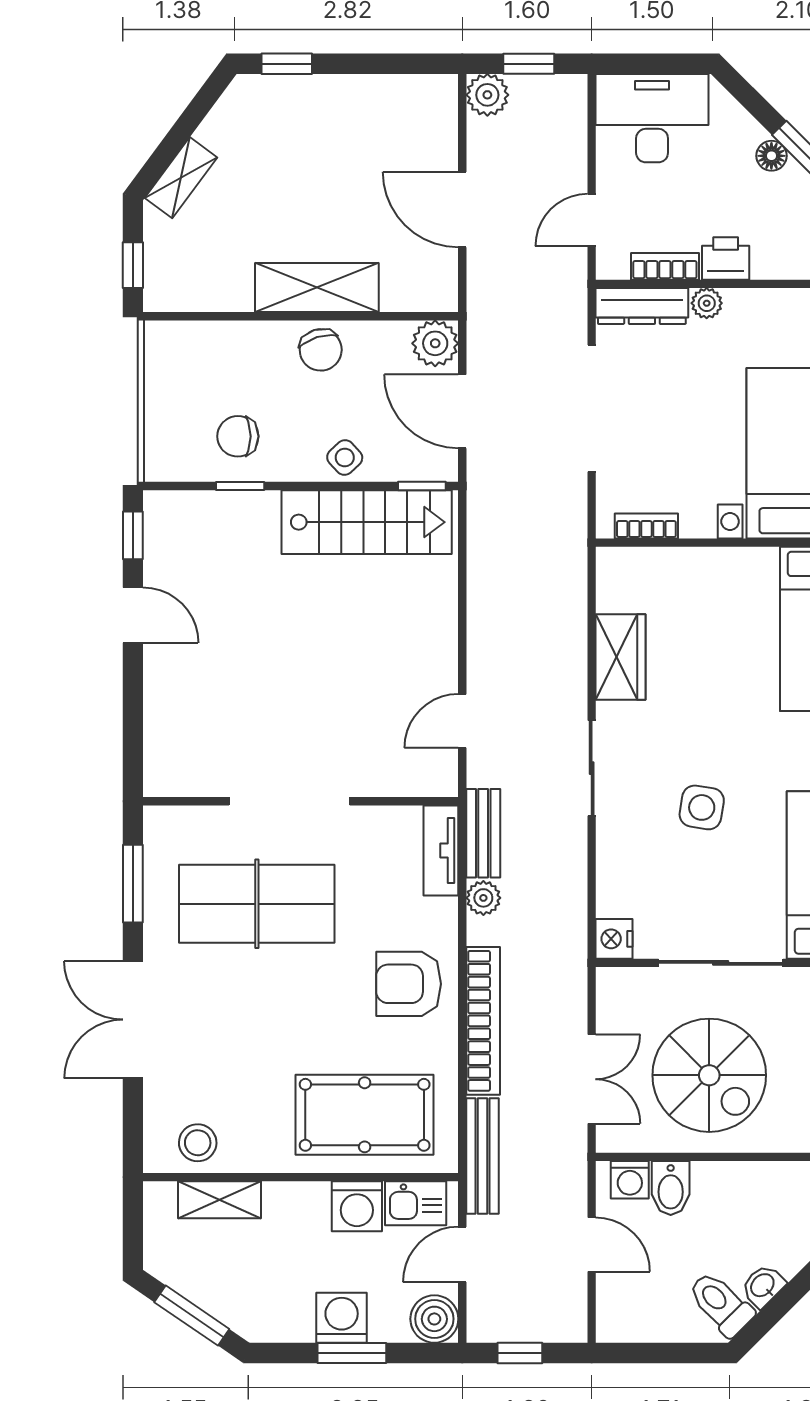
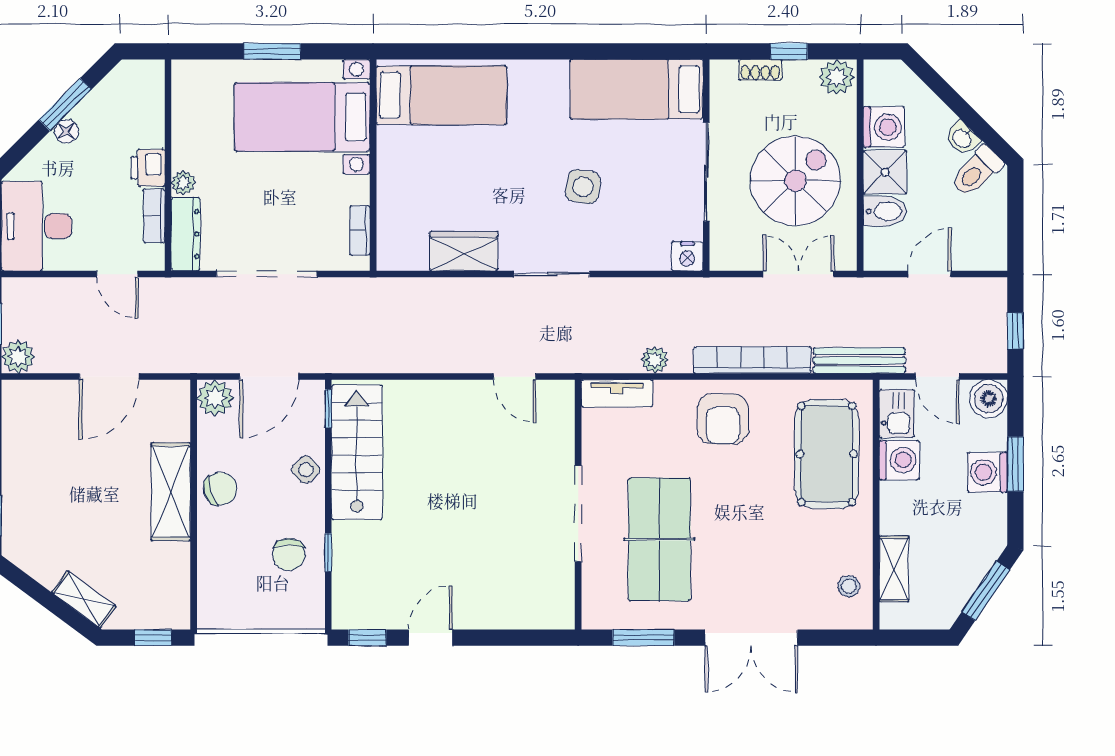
bench: (483, 833) -> (604, 360), removed
stool: (198, 1143) -> (849, 586), width x0.73, depth x0.73
washing machine: (630, 1180) -> (884, 127), moved, width x1.38, depth x1.38
shower: (720, 1188) -> (885, 172), added

